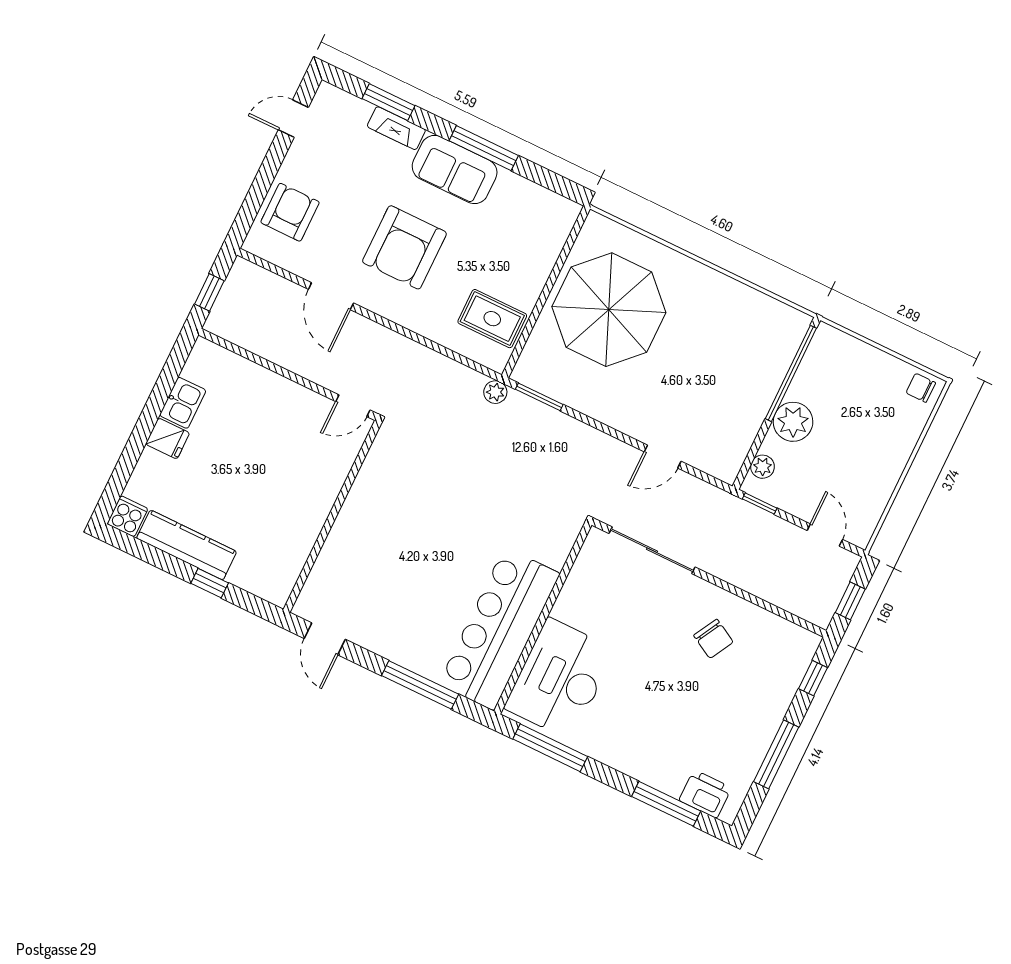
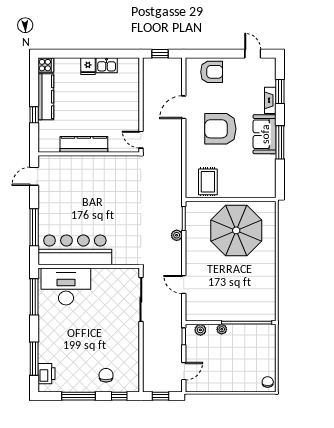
plant: (495, 392) -> (177, 235), moved
plant: (793, 422) -> (222, 329), width x0.53, depth x0.53
kitchen counter: (310, 517) -> (84, 144), added
chair: (713, 639) -> (106, 375), moved, turned 151

